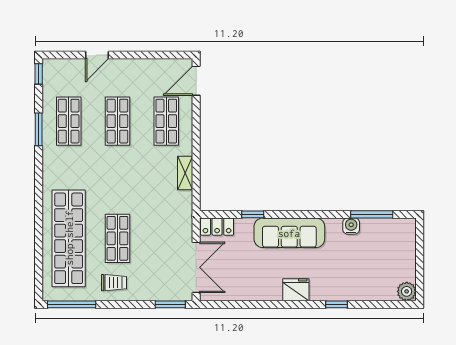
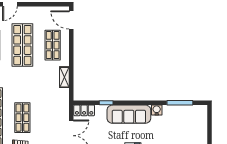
door: (196, 81) -> (71, 20), hinge flipped
shop shelf: (117, 121) -> (22, 45), width x1.43, depth x1.36
water cooler: (351, 226) -> (157, 110), moved

